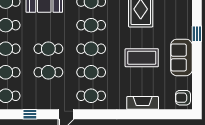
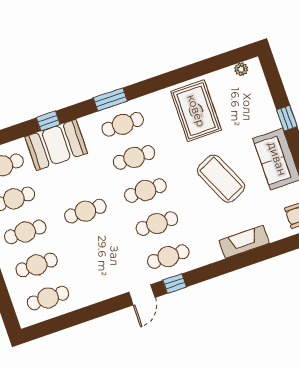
coffee table: (142, 58) -> (221, 179), turned 65
cafe table: (48, 72) -> (97, 244), removed
window: (30, 114) -> (175, 284), moved

